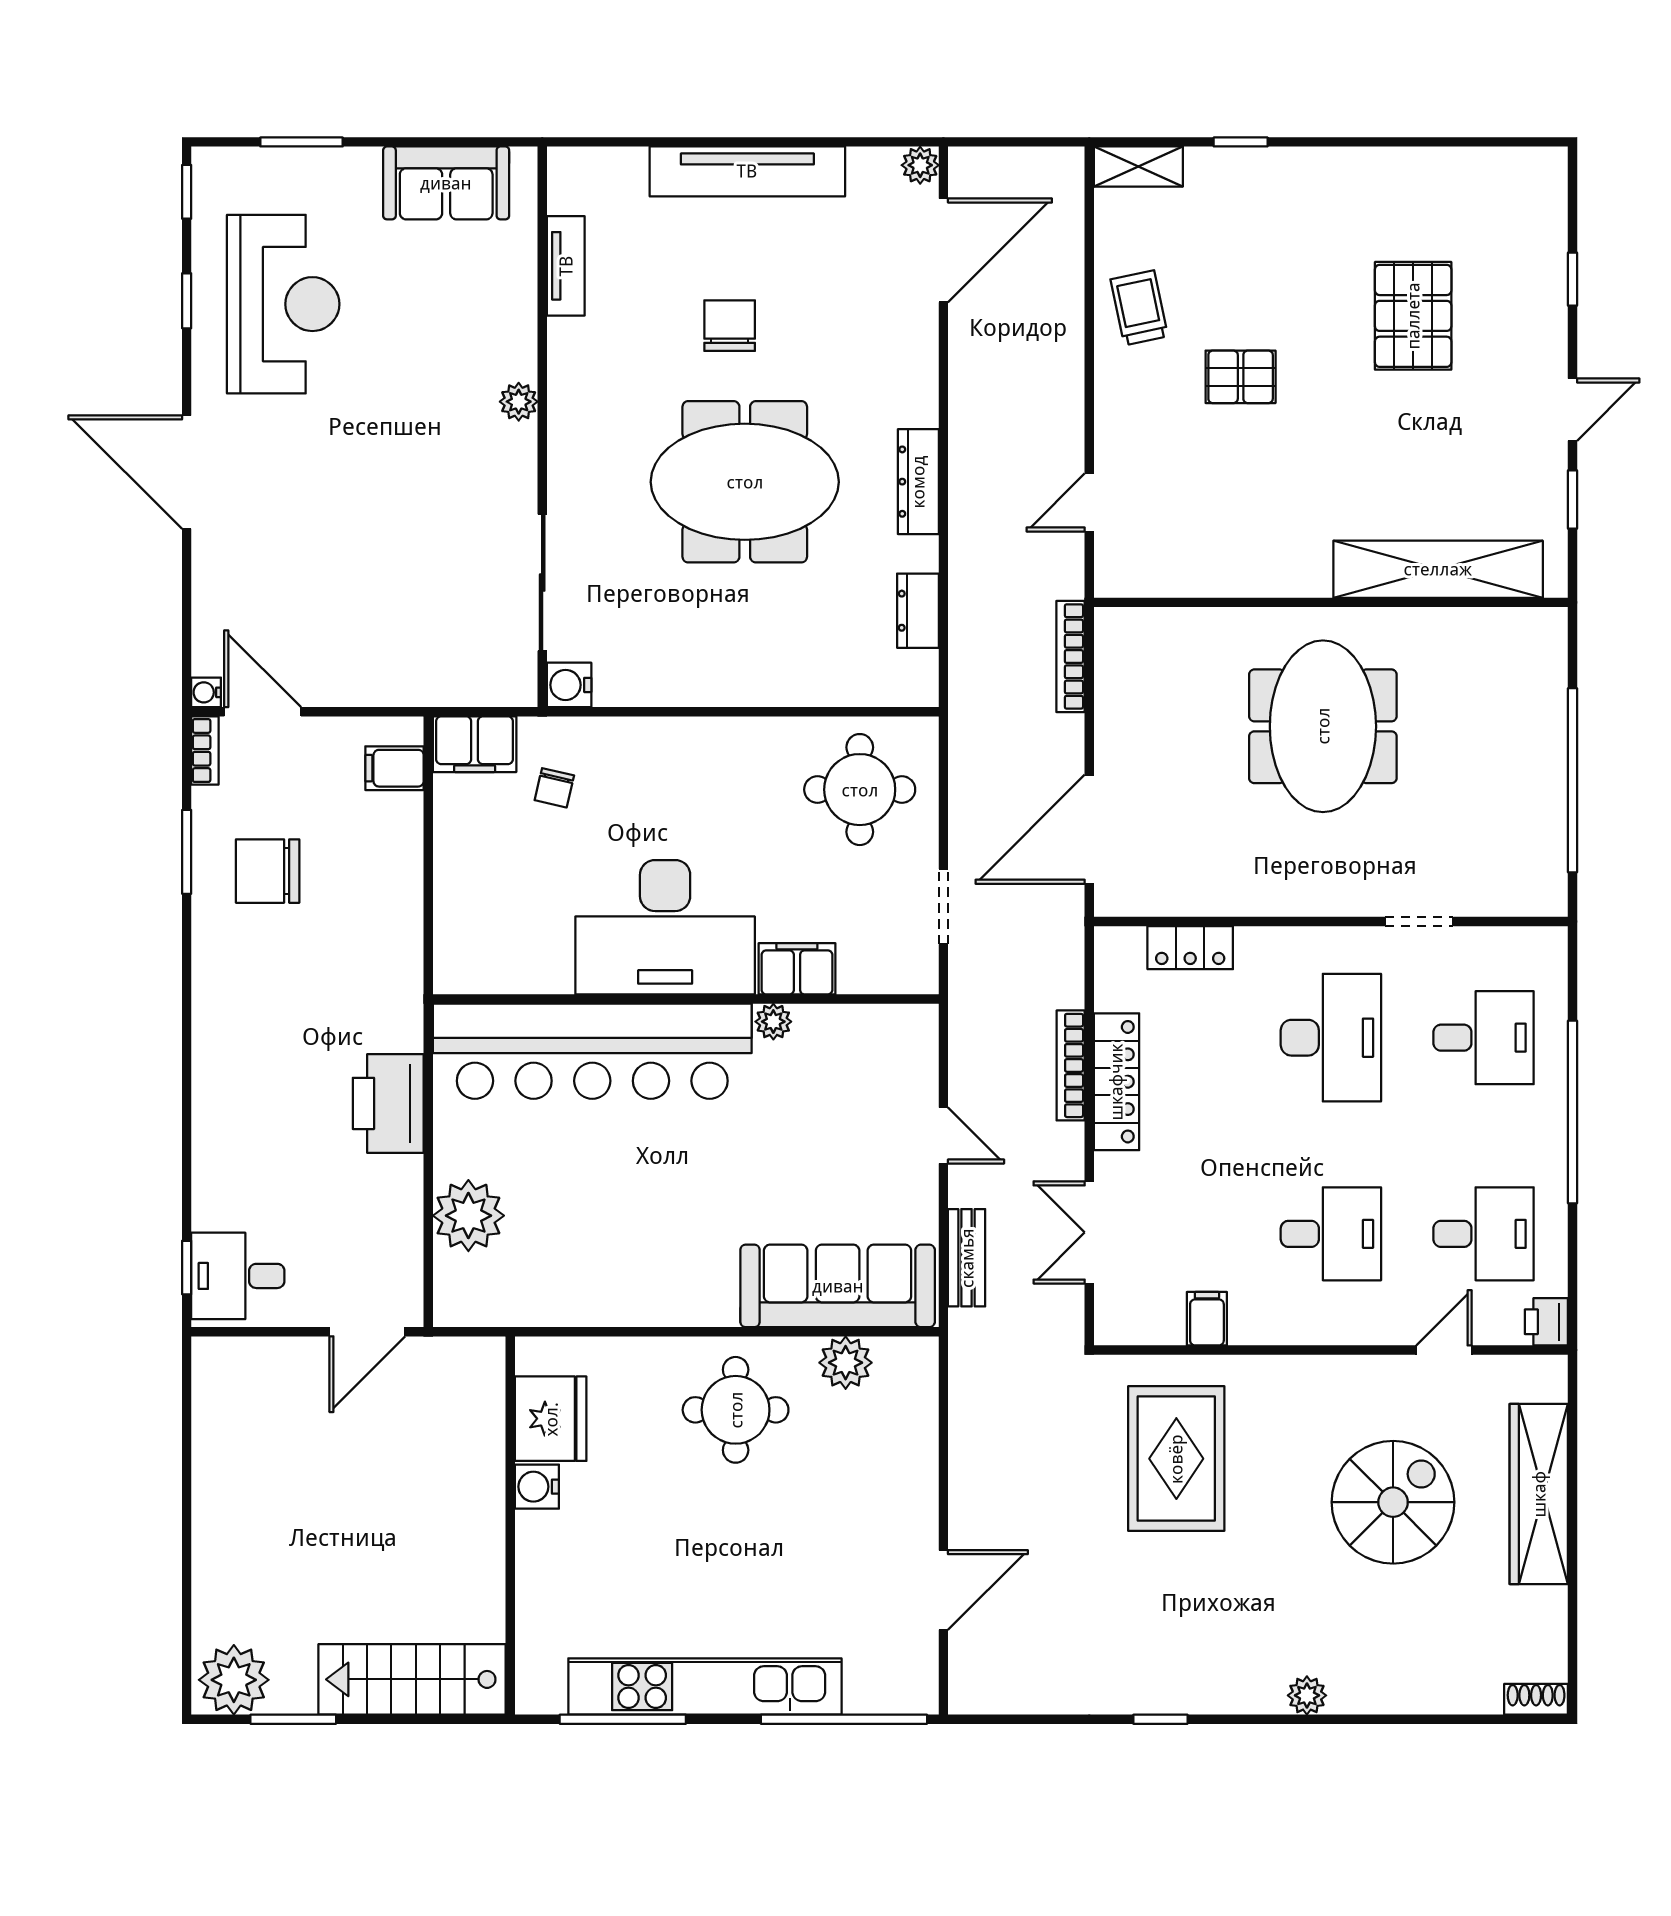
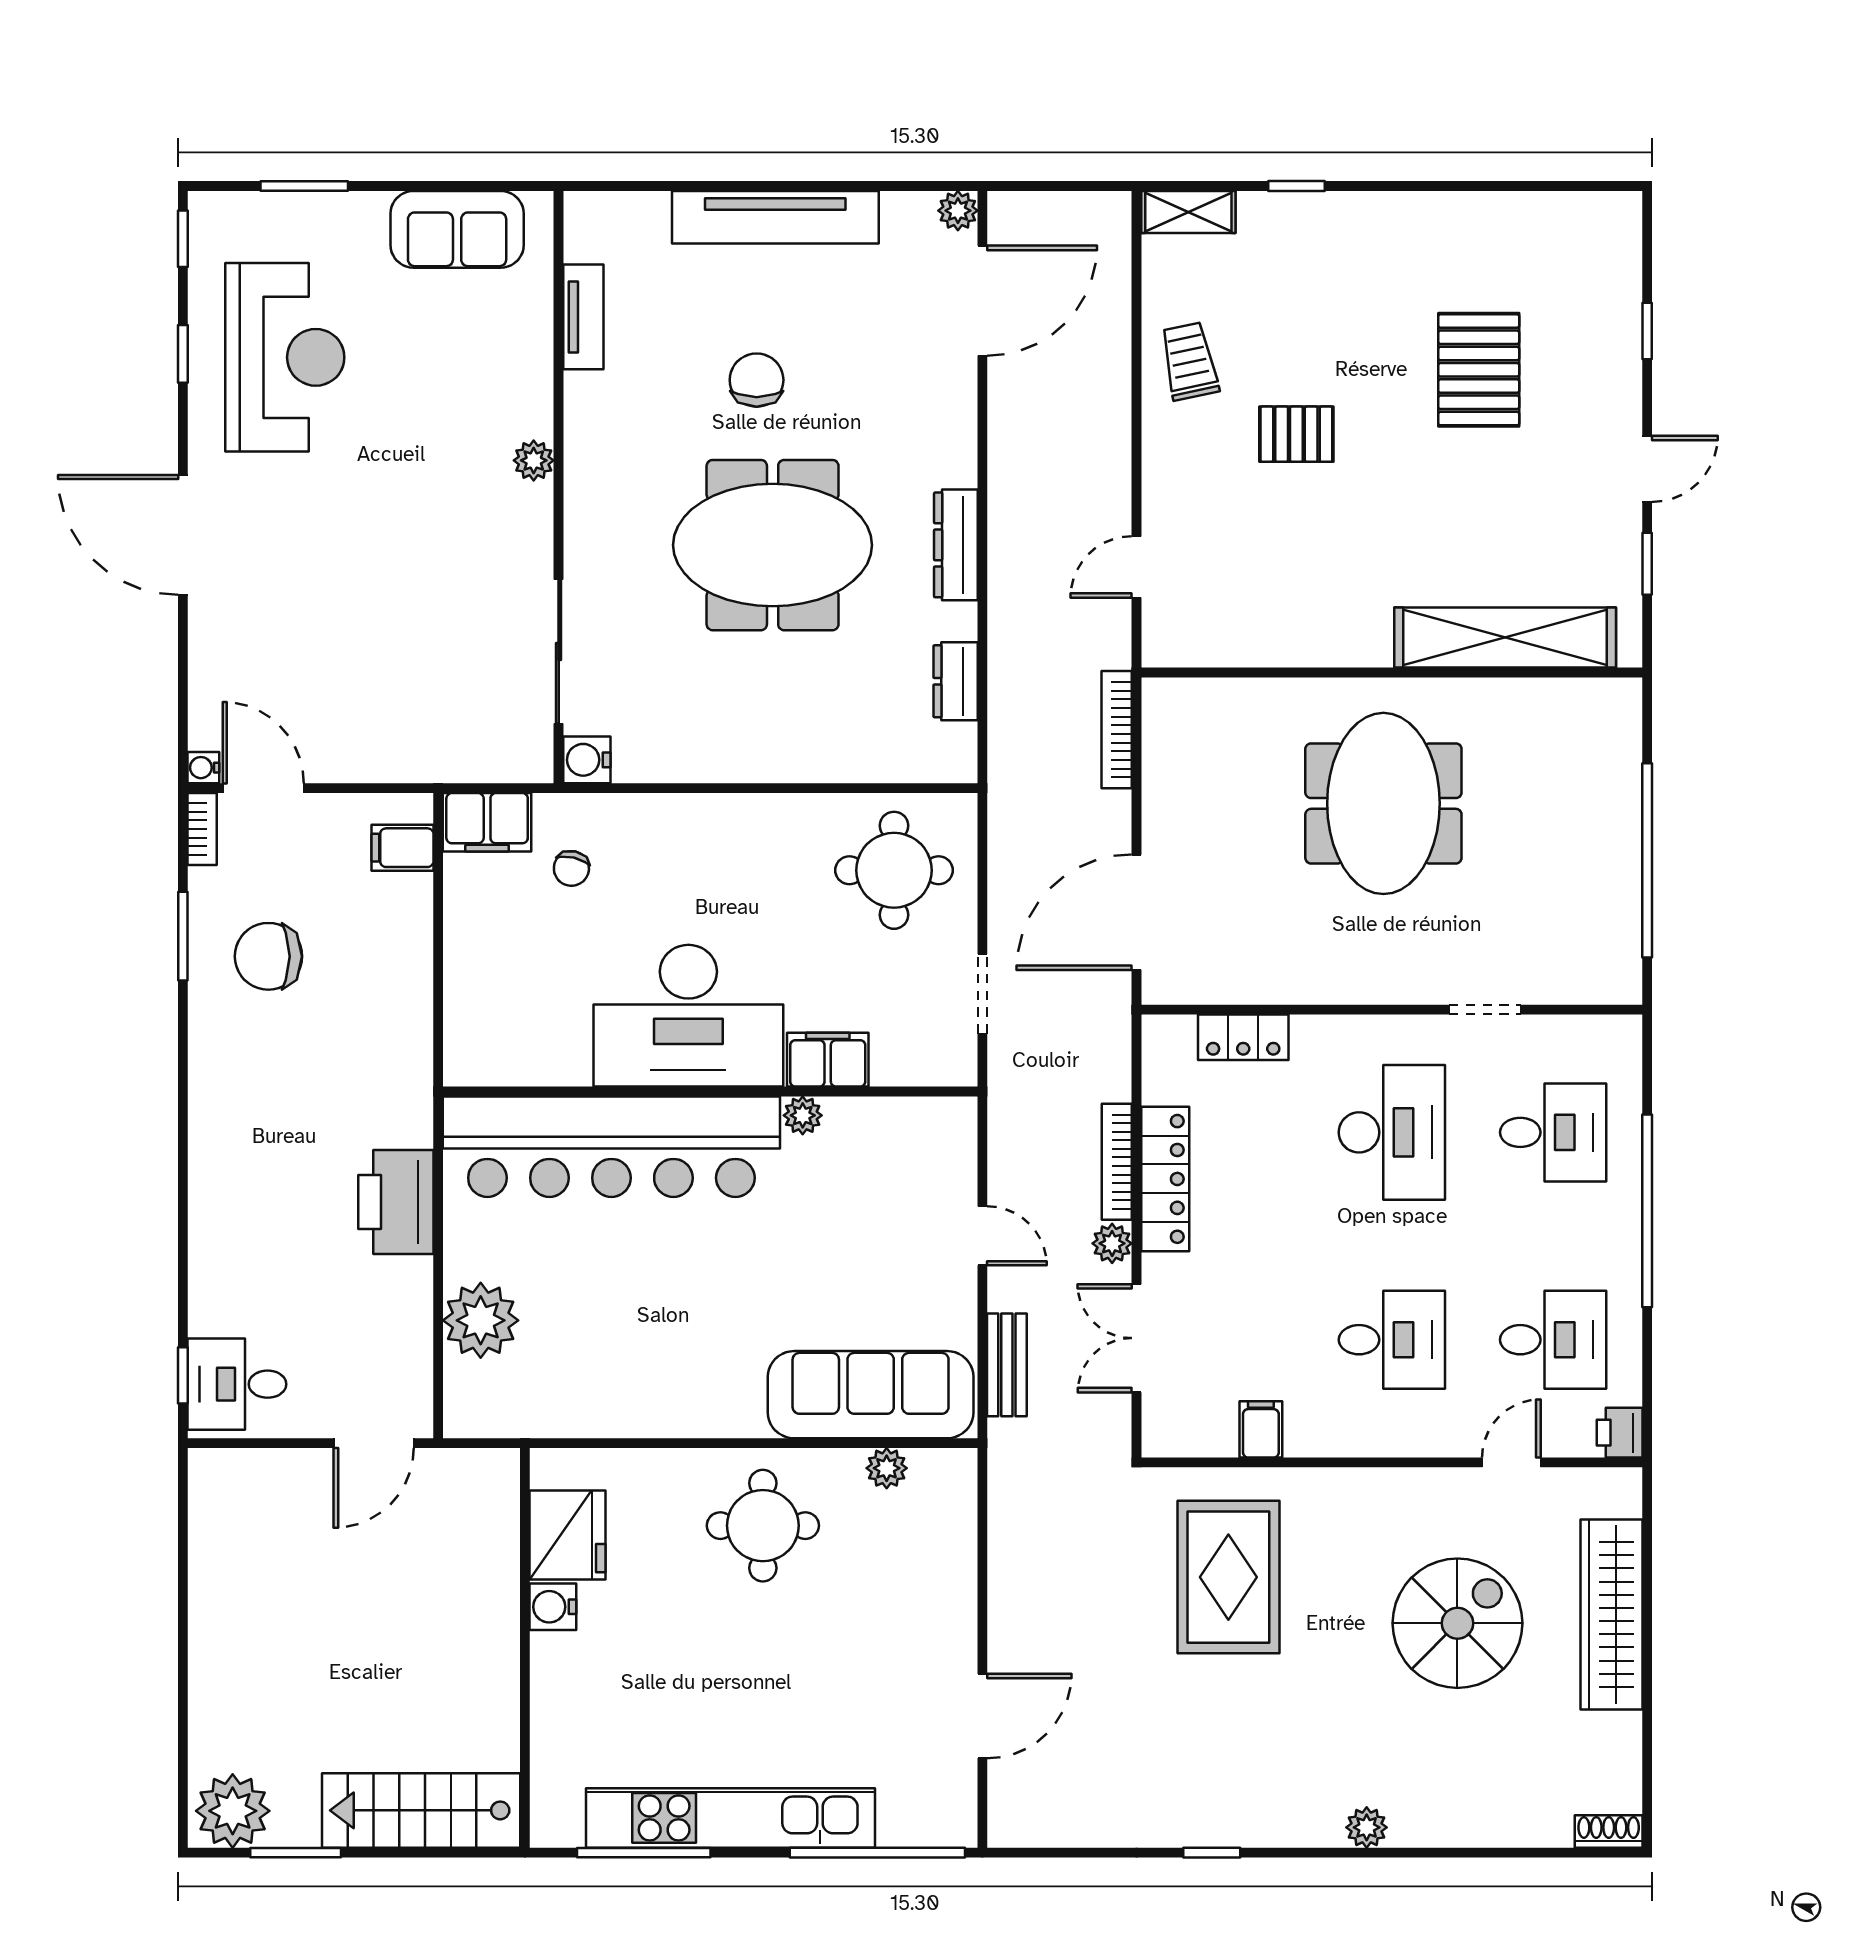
plant: (1066, 1143) -> (1112, 1243), added
plant: (846, 1363) -> (887, 1468), width x0.73, depth x0.73

